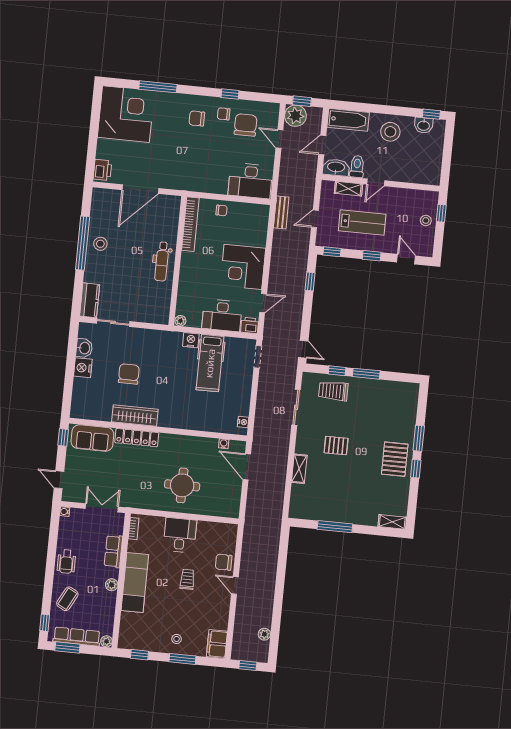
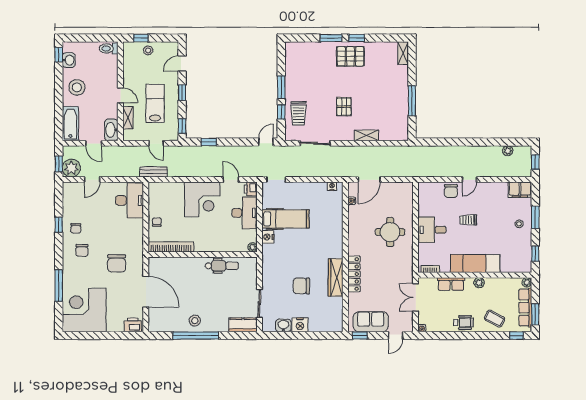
chair: (246, 125) -> (117, 263), moved, turned -90
toilet: (357, 167) -> (109, 48), moved
dental chair: (162, 261) -> (222, 266), moved
sofa: (92, 438) -> (371, 322), moved, turned -90

